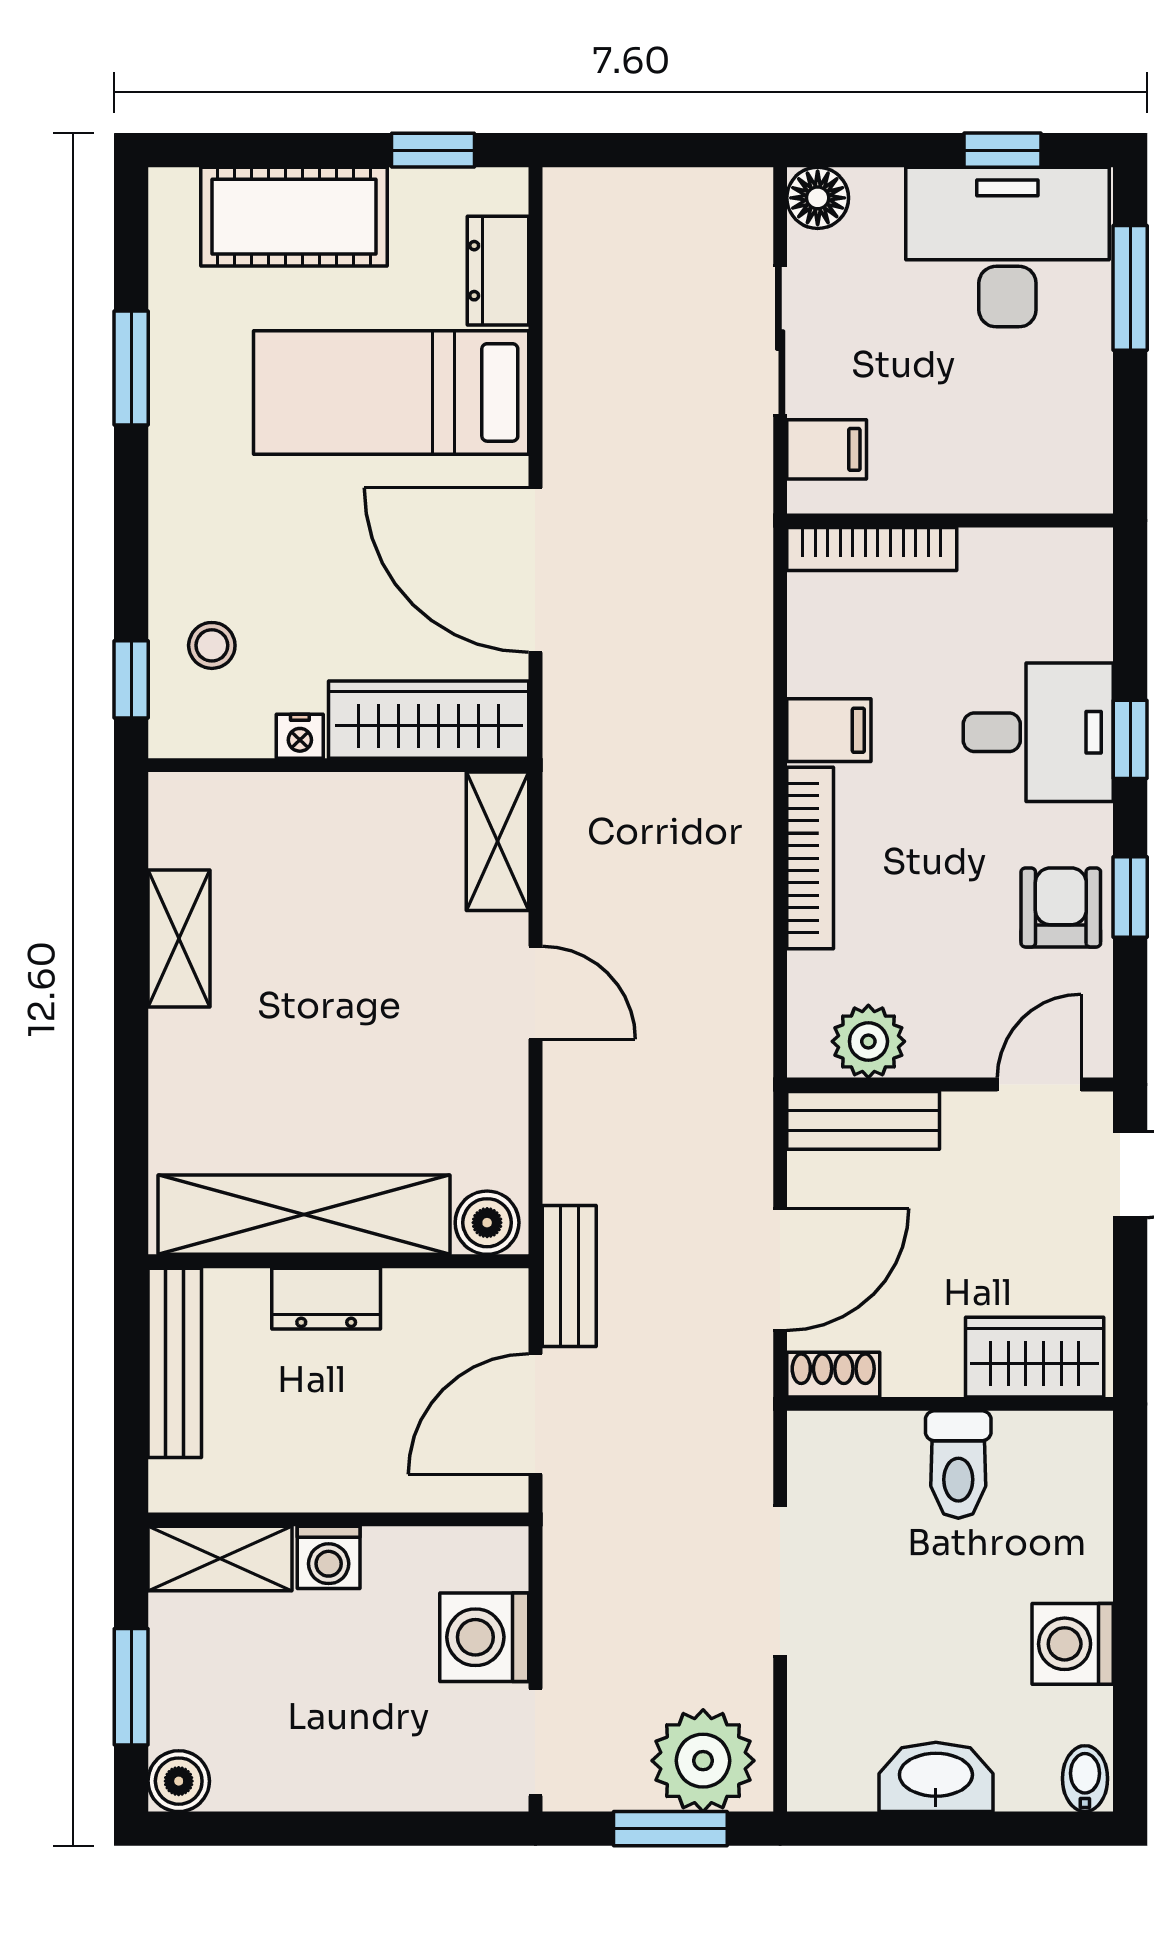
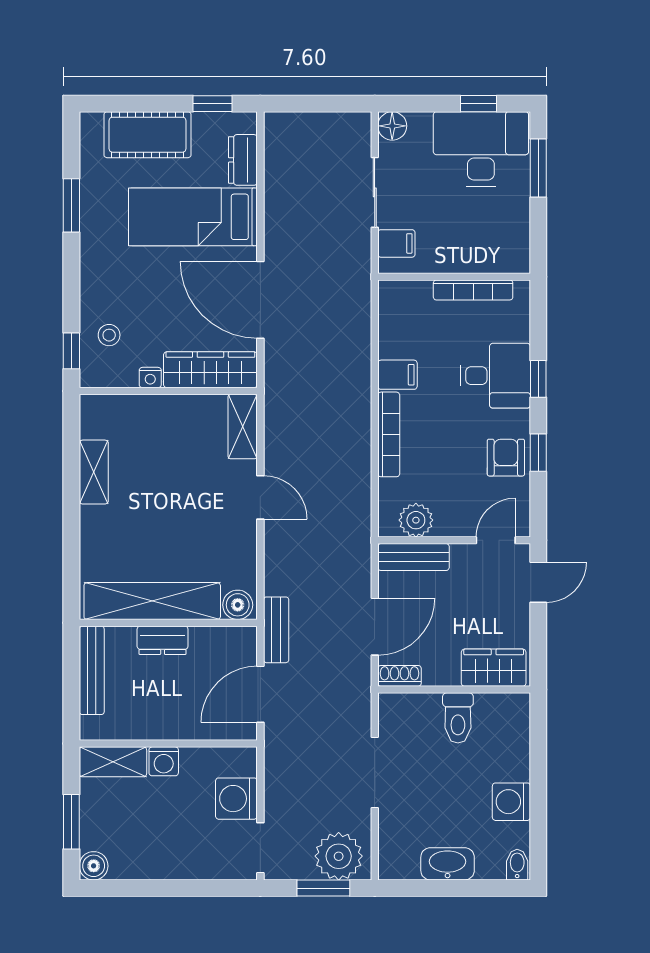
bookcase: (872, 549) -> (473, 290), moved

